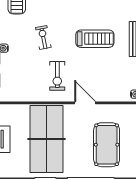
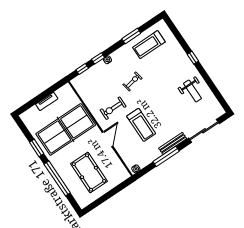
treadmill: (95, 39) -> (141, 125), moved
pool table: (107, 145) -> (89, 172), turned 90

